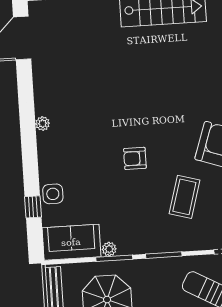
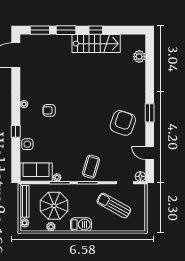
armchair: (135, 158) -> (49, 110), moved
coffee table: (184, 197) -> (91, 167), moved
window: (33, 207) -> (16, 131), moved

